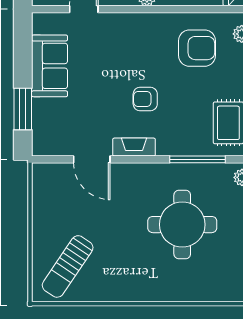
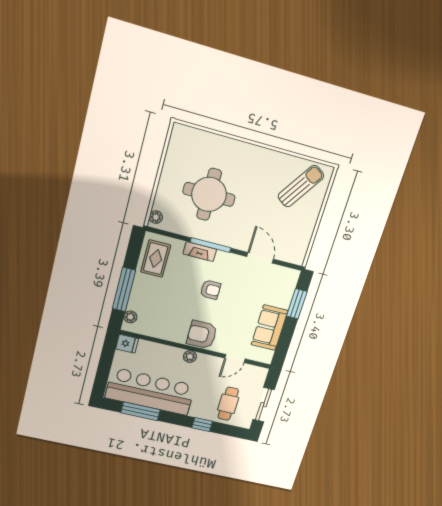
armchair: (197, 48) -> (202, 335), moved
fireplace: (134, 147) -> (200, 252), moved
window: (198, 159) -> (211, 245), moved

